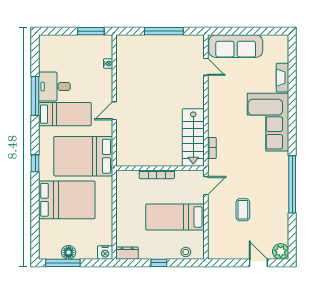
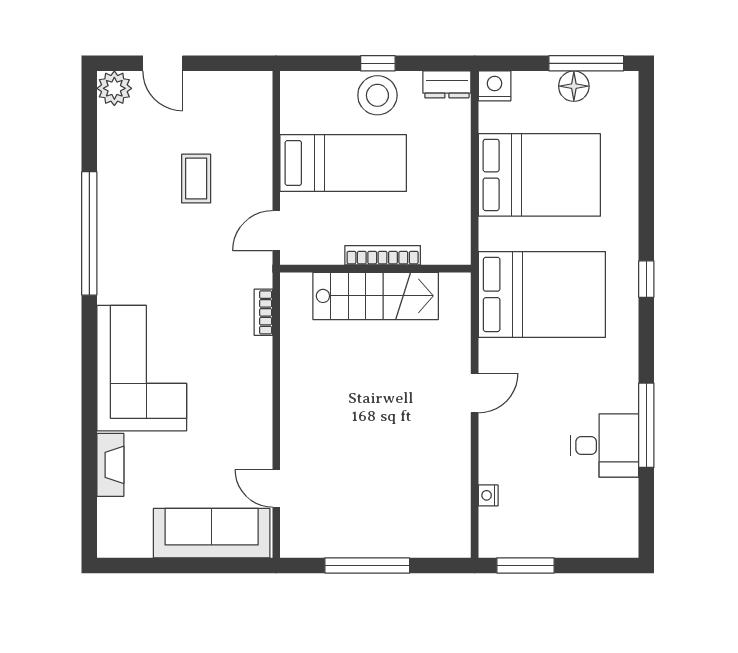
bed: (65, 114) -> (582, 386), removed
stairs: (193, 138) -> (376, 296), moved, turned 90
bed: (67, 200) -> (539, 175), moved, turned 180
stool: (186, 252) -> (377, 95), moved, width x1.89, depth x1.89

